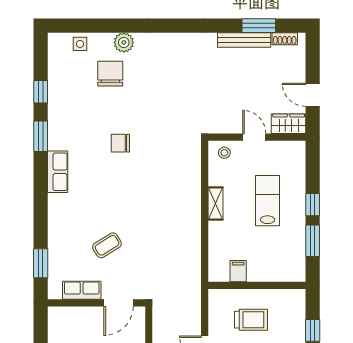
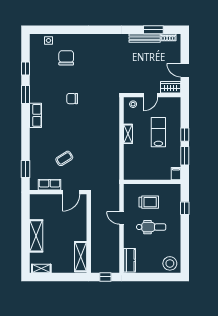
plant: (124, 42) -> (74, 40), removed
door: (254, 137) -> (151, 95), swing flipped
filing cabinet: (238, 271) -> (176, 174), moved

